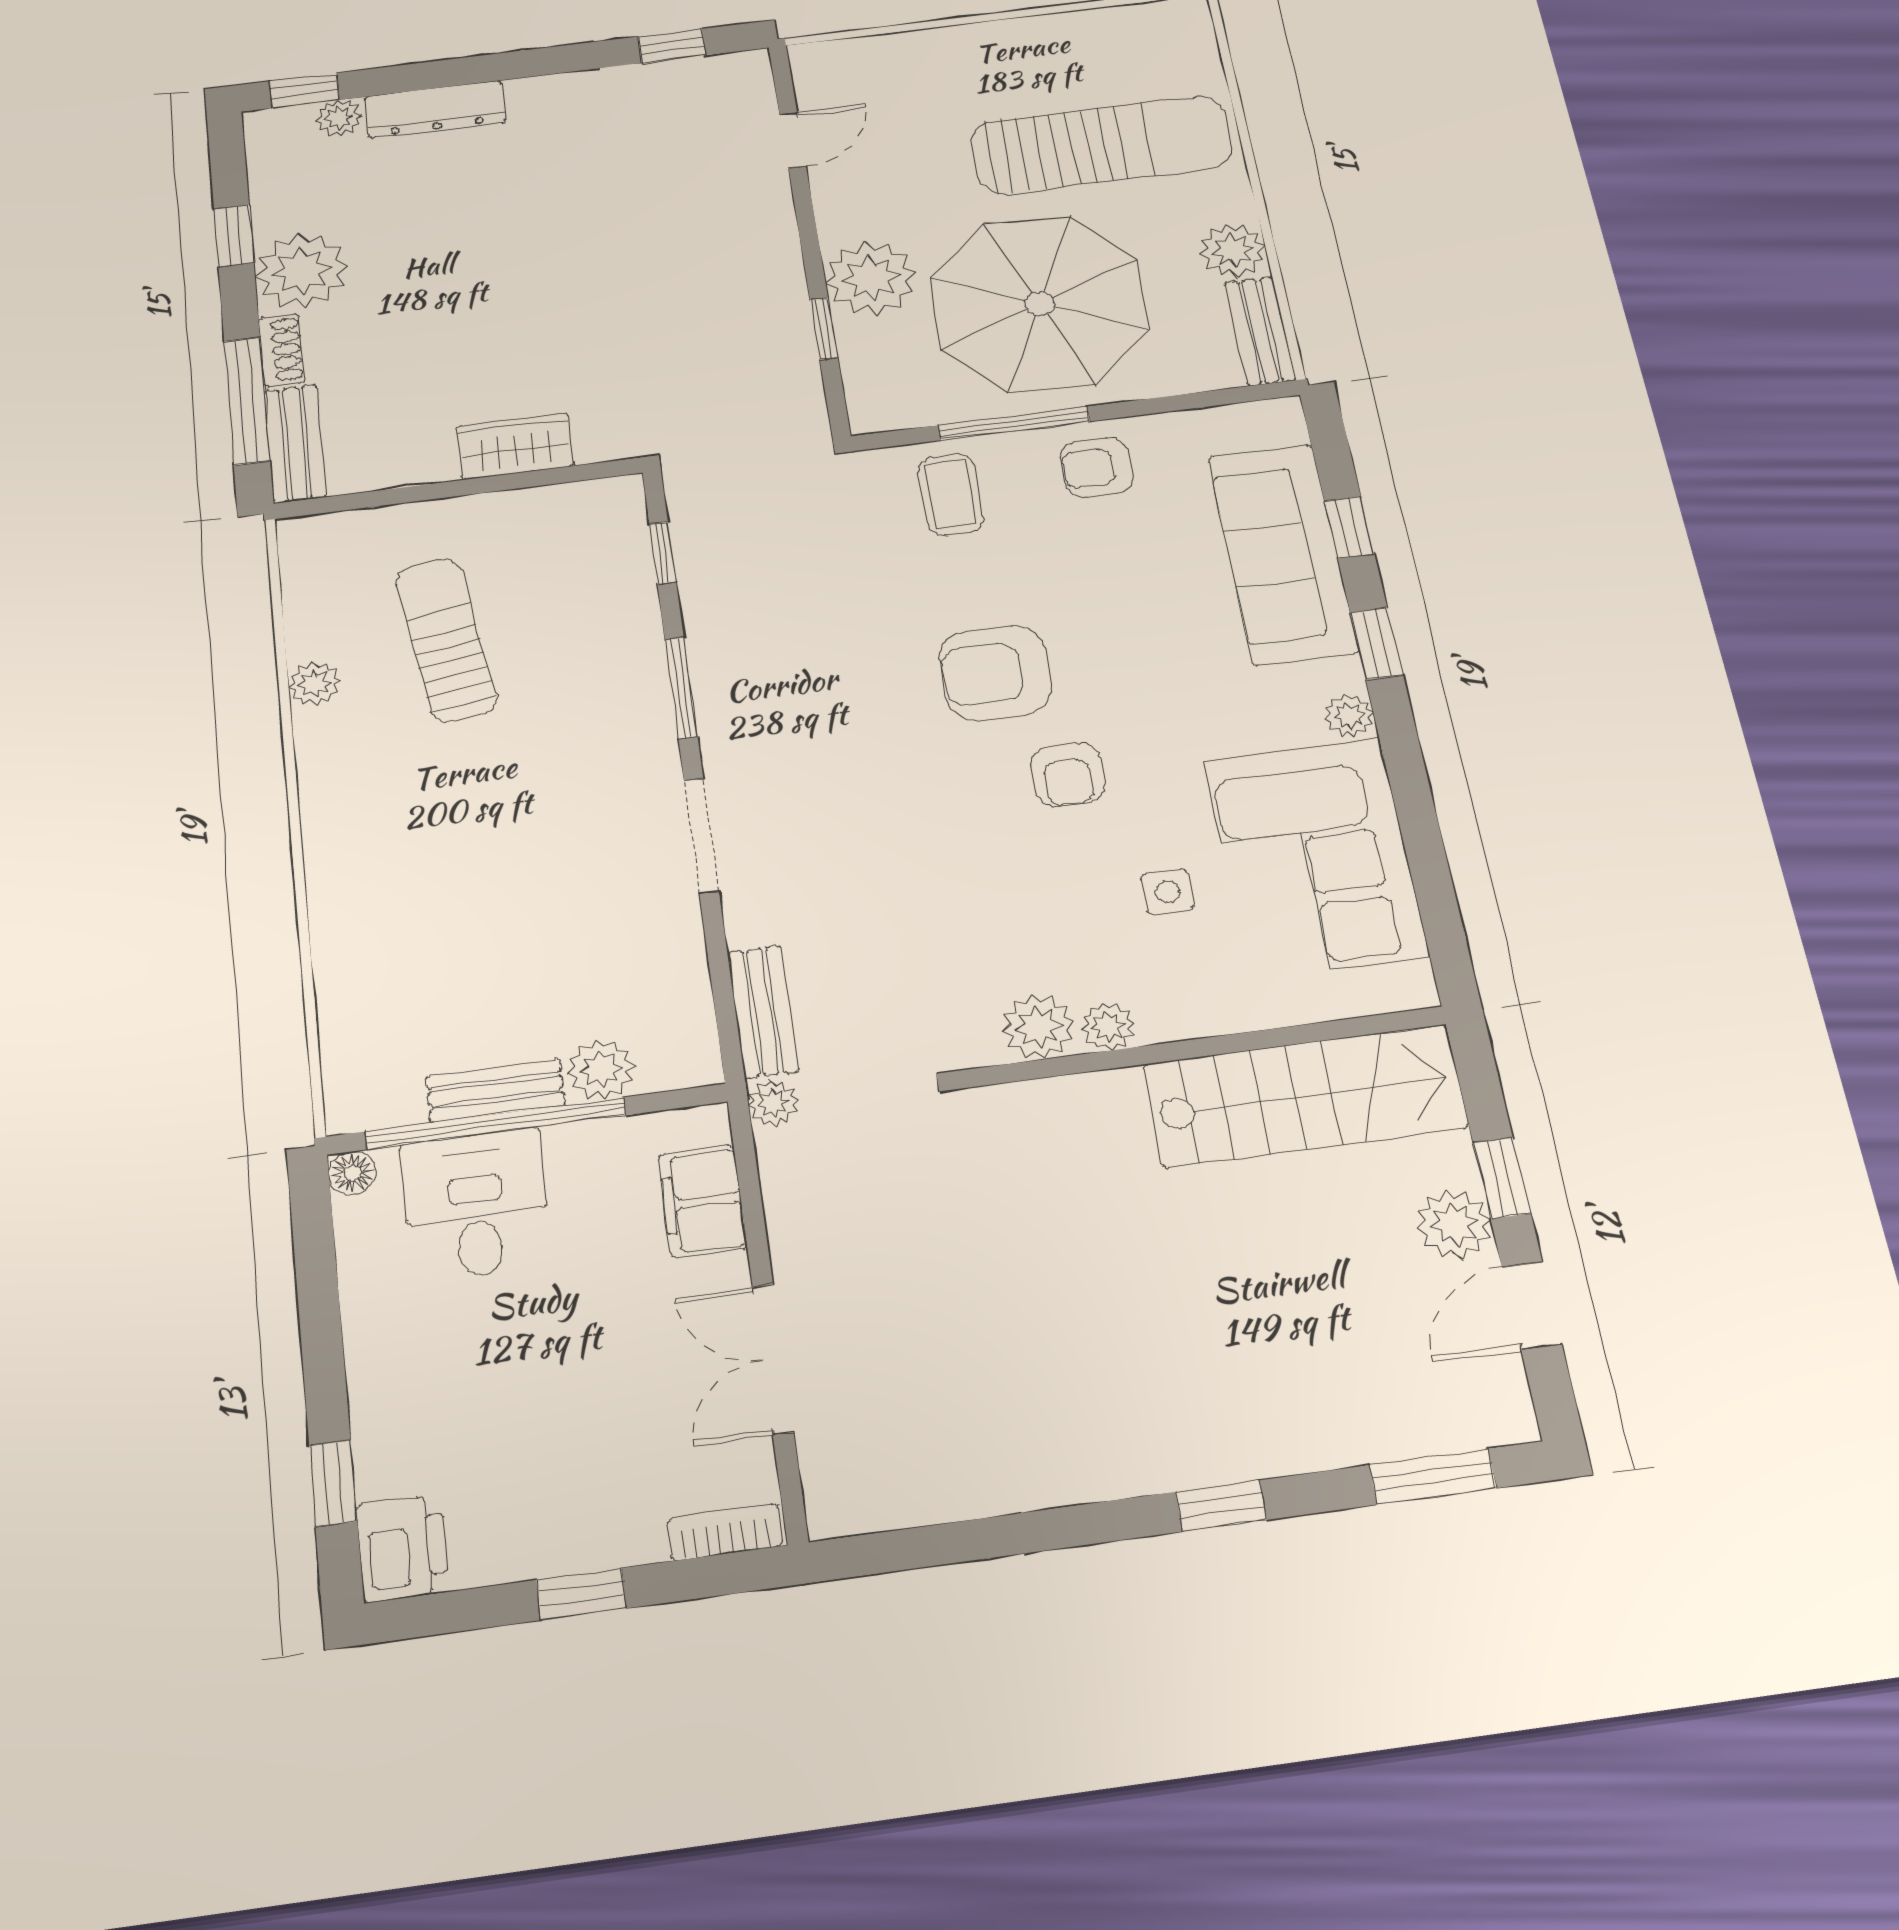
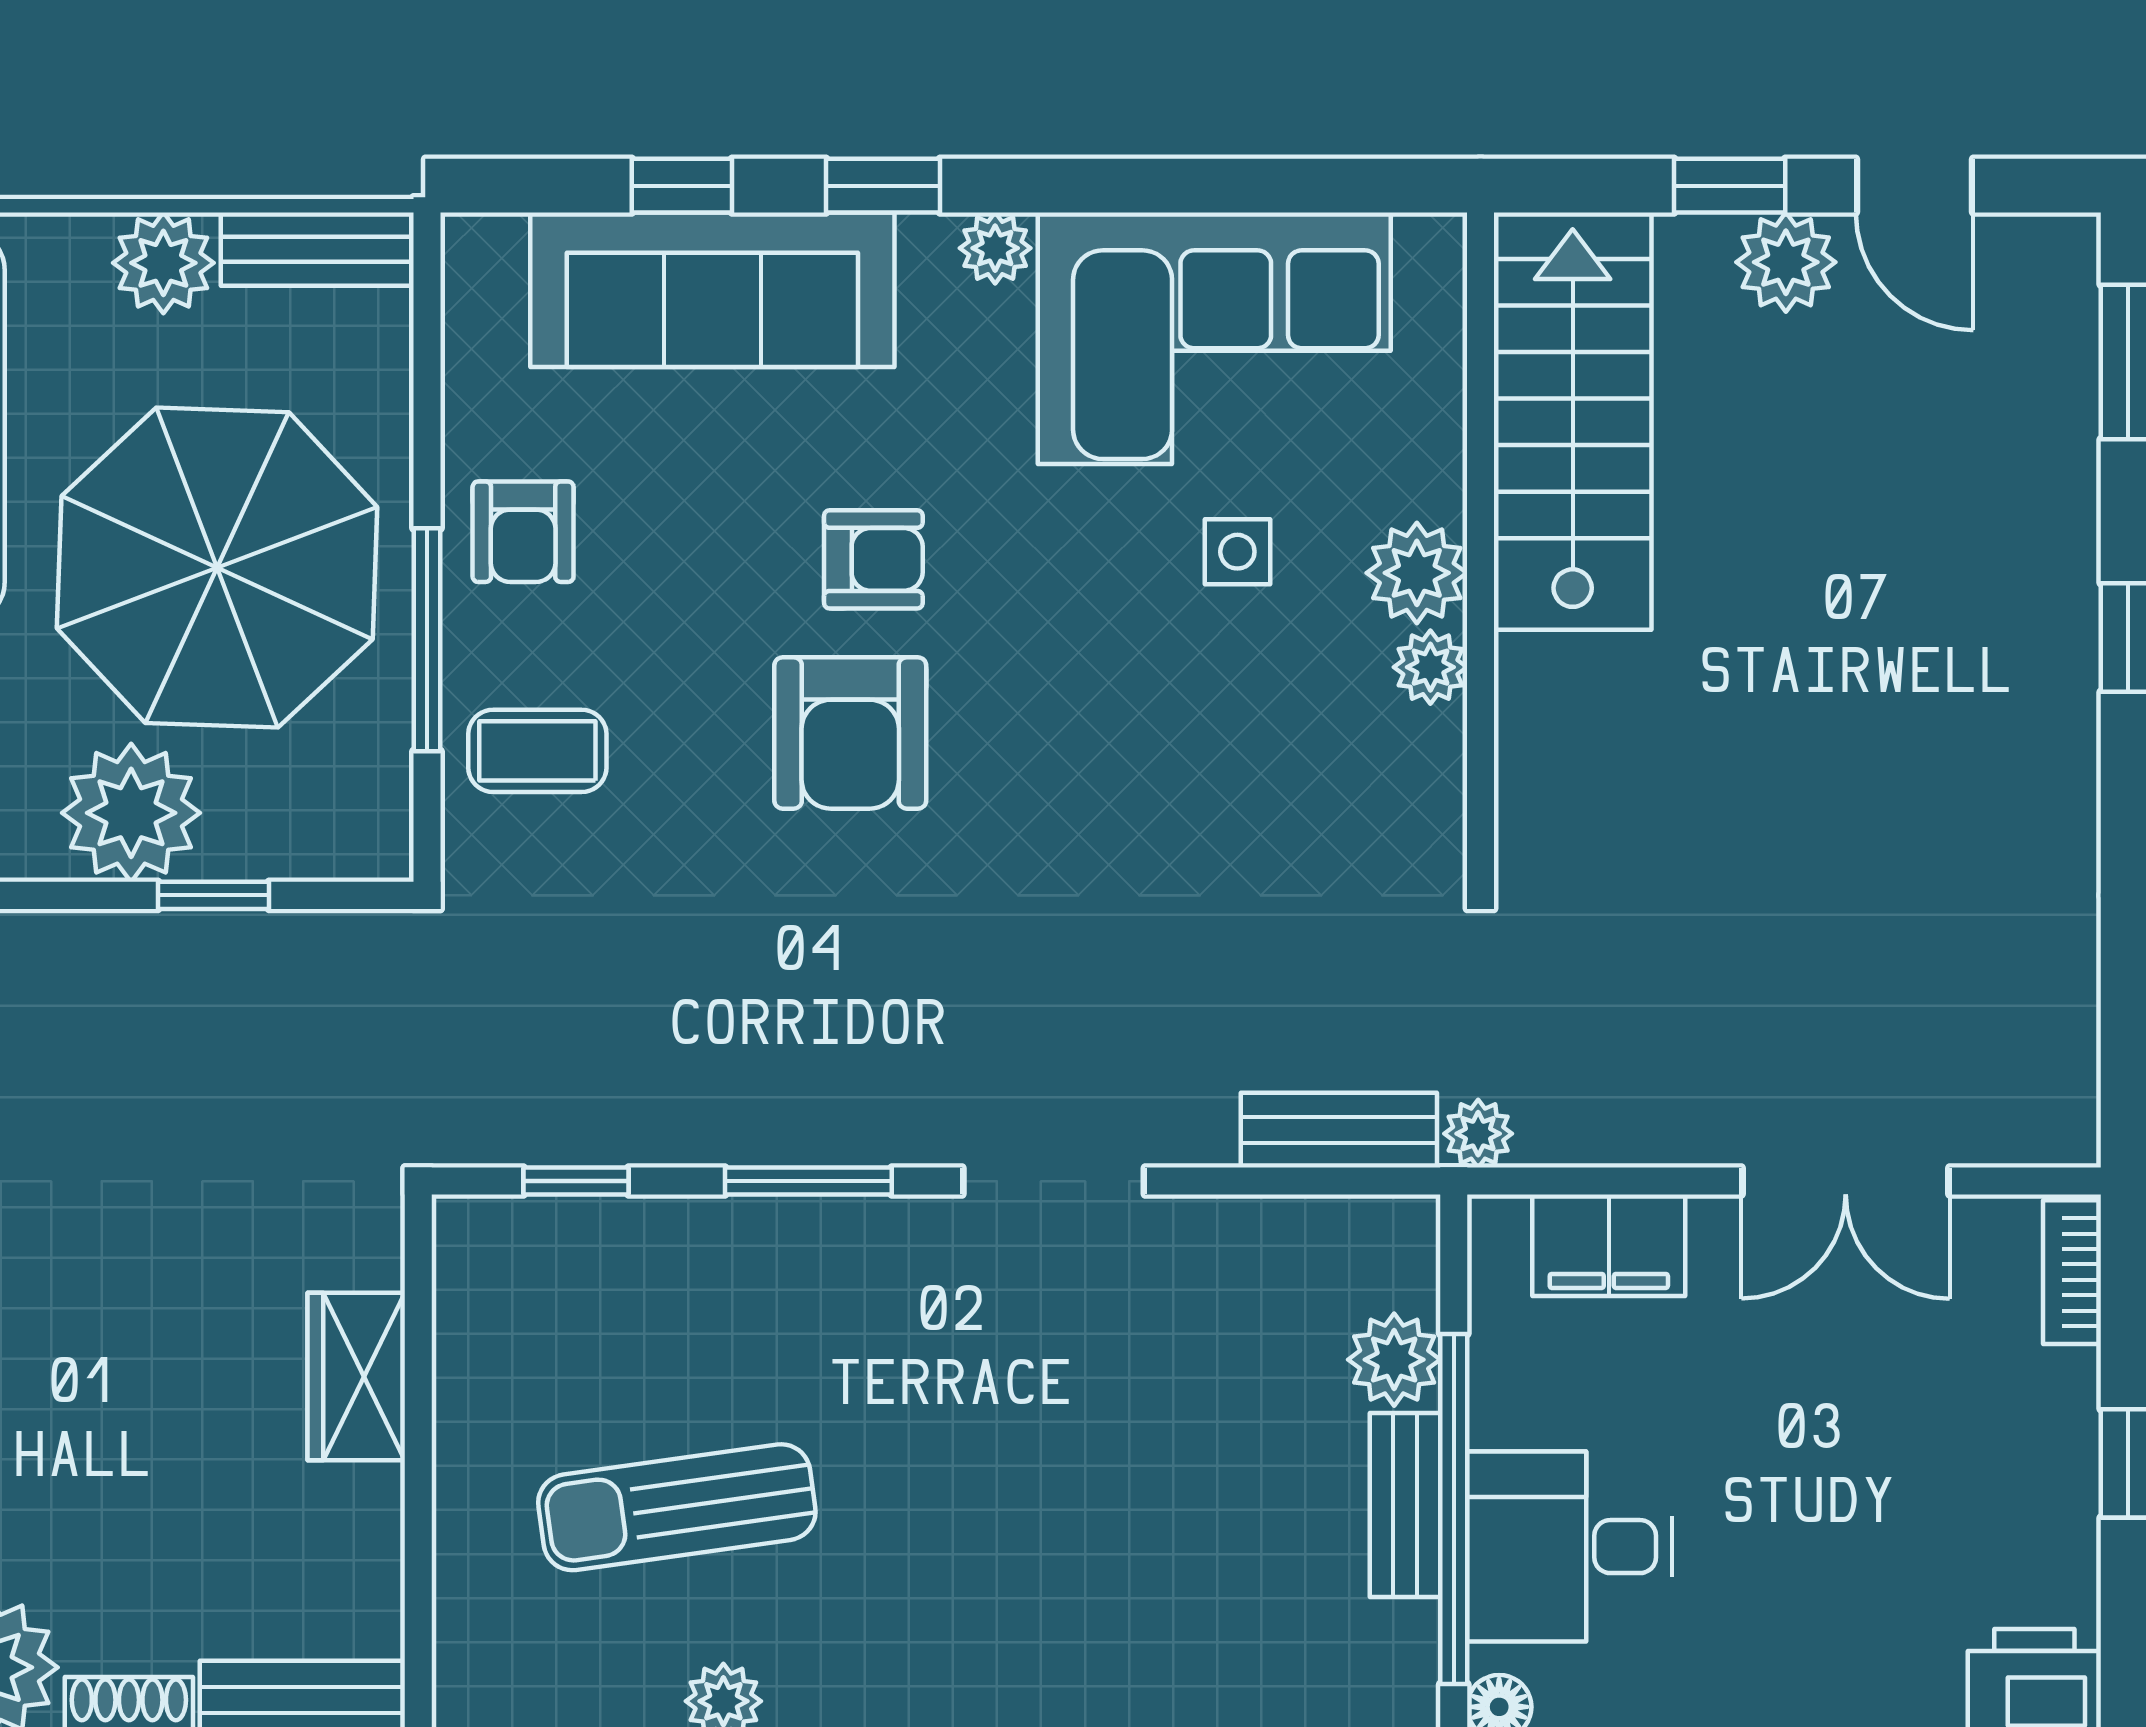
armchair: (1068, 775) -> (873, 559), moved
plant: (1038, 1027) -> (1417, 573), moved

